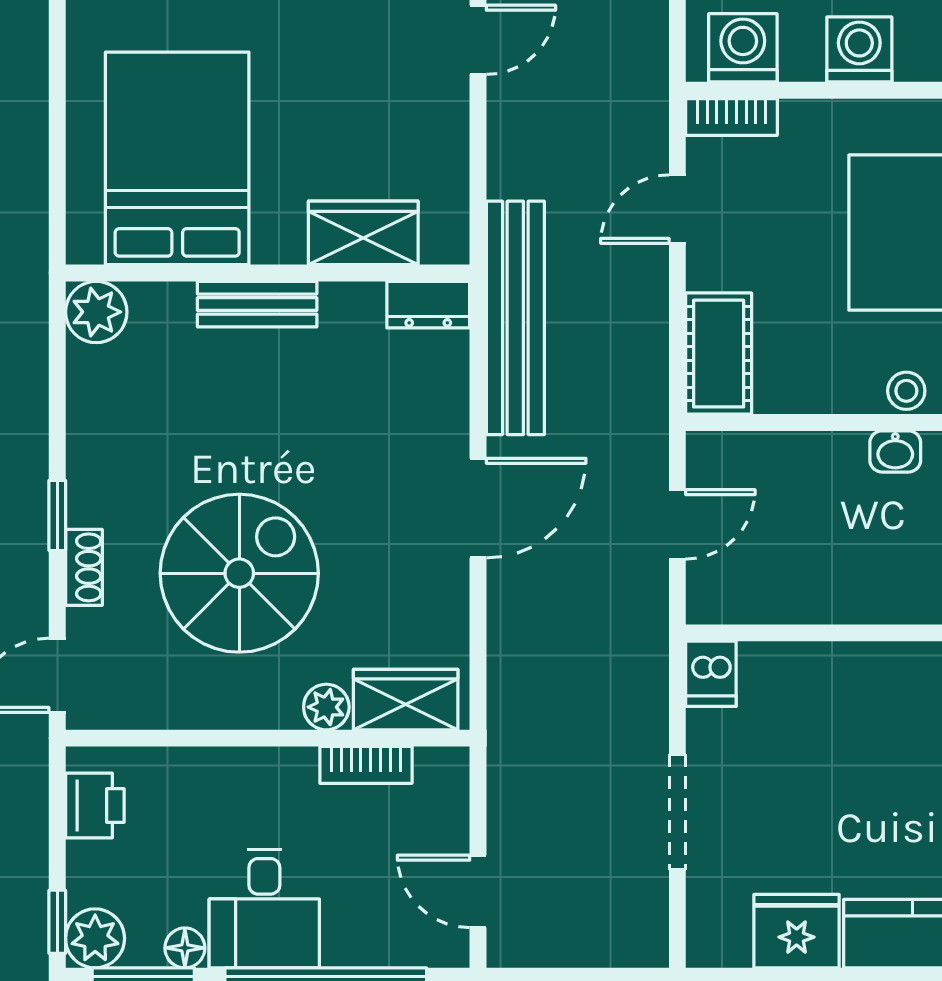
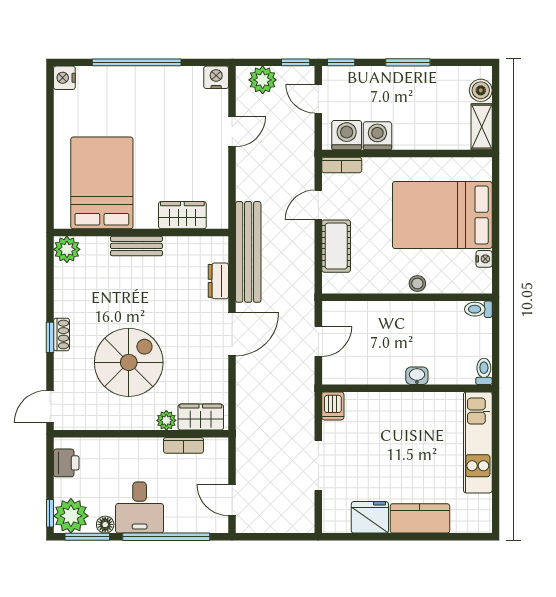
washing machine: (859, 49) -> (377, 136), moved
dresser: (428, 305) -> (218, 281), moved, turned 90
cot: (719, 354) -> (336, 246), moved
washbasin: (895, 451) -> (417, 376), moved, turned 180
shoe rack: (84, 567) -> (62, 334), moved
plant: (95, 938) -> (71, 516), width x1.36, depth x1.36

